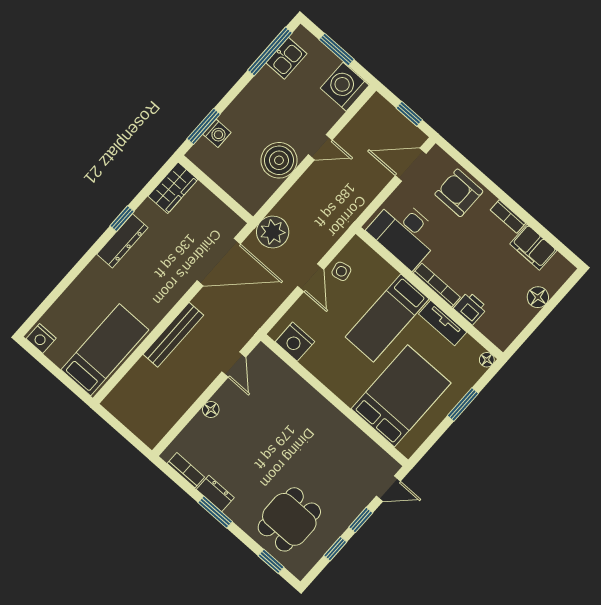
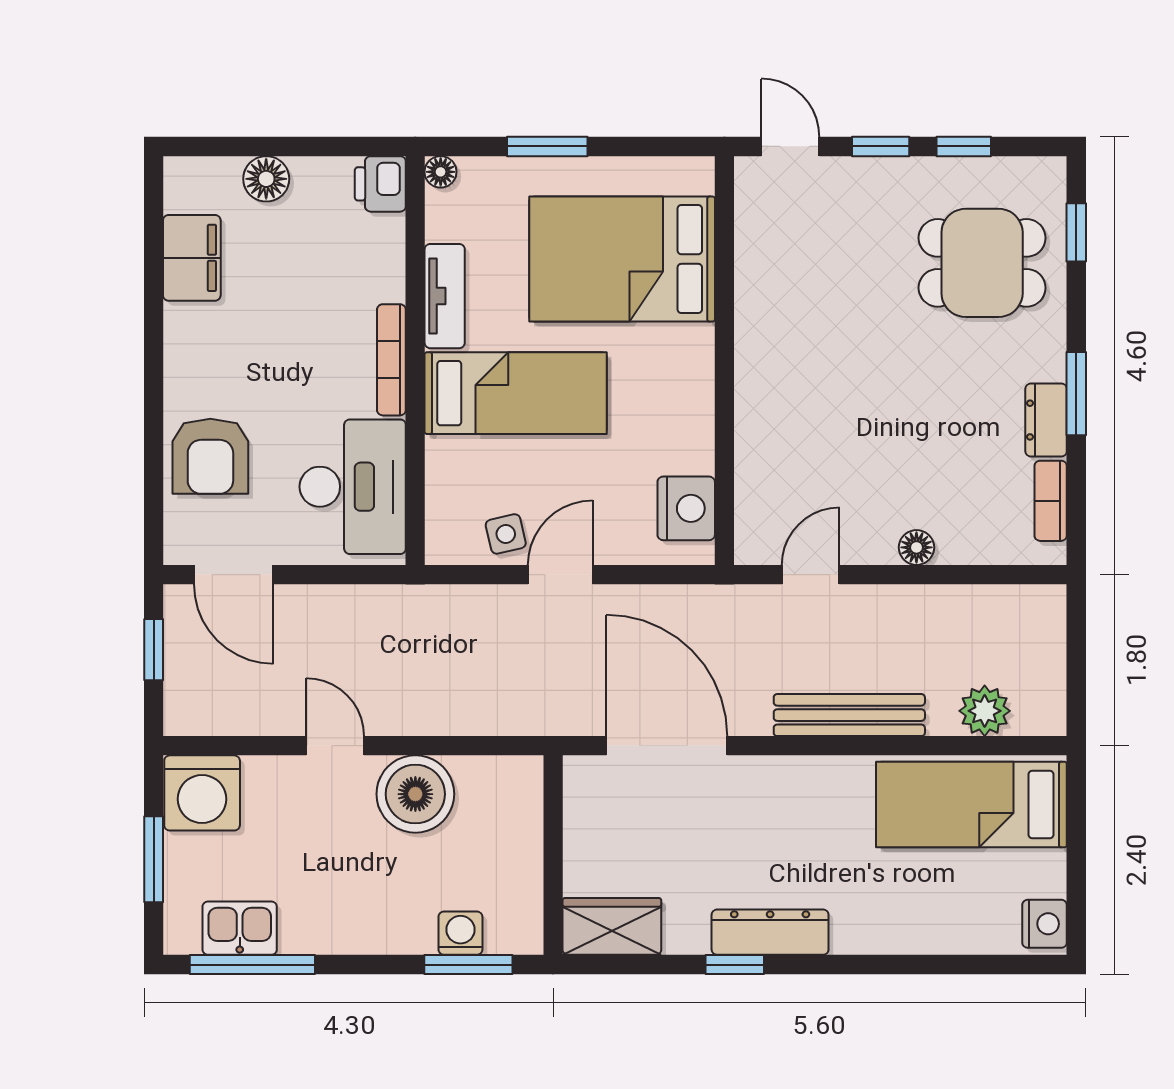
bookcase: (508, 216) -> (178, 343), removed
plant: (273, 232) -> (985, 711), moved, width x0.73, depth x0.73
printer: (470, 308) -> (380, 184), moved

